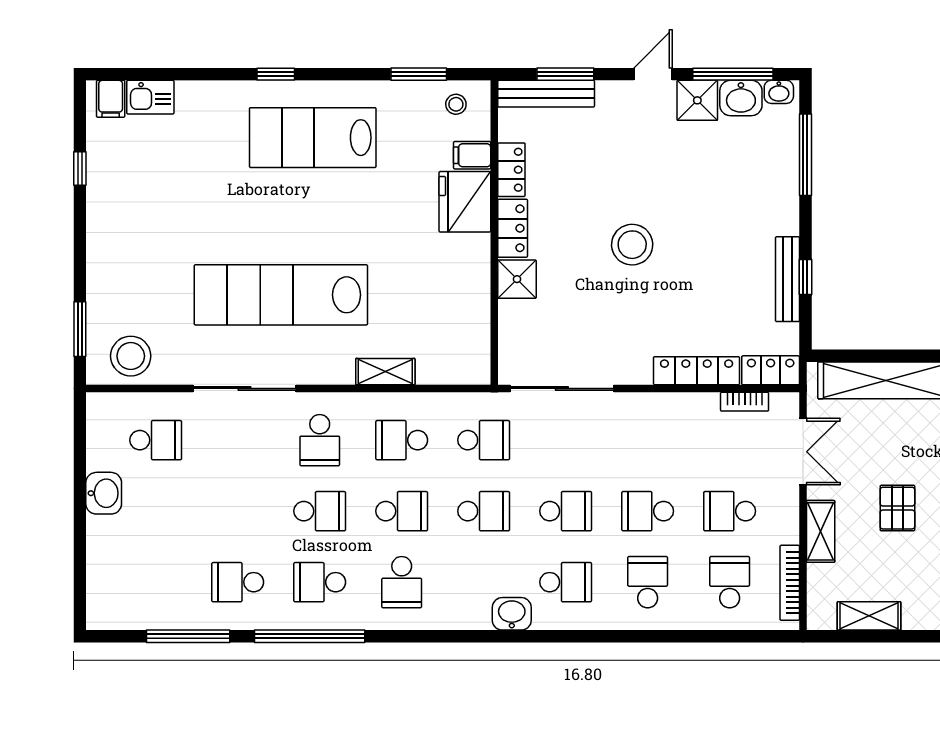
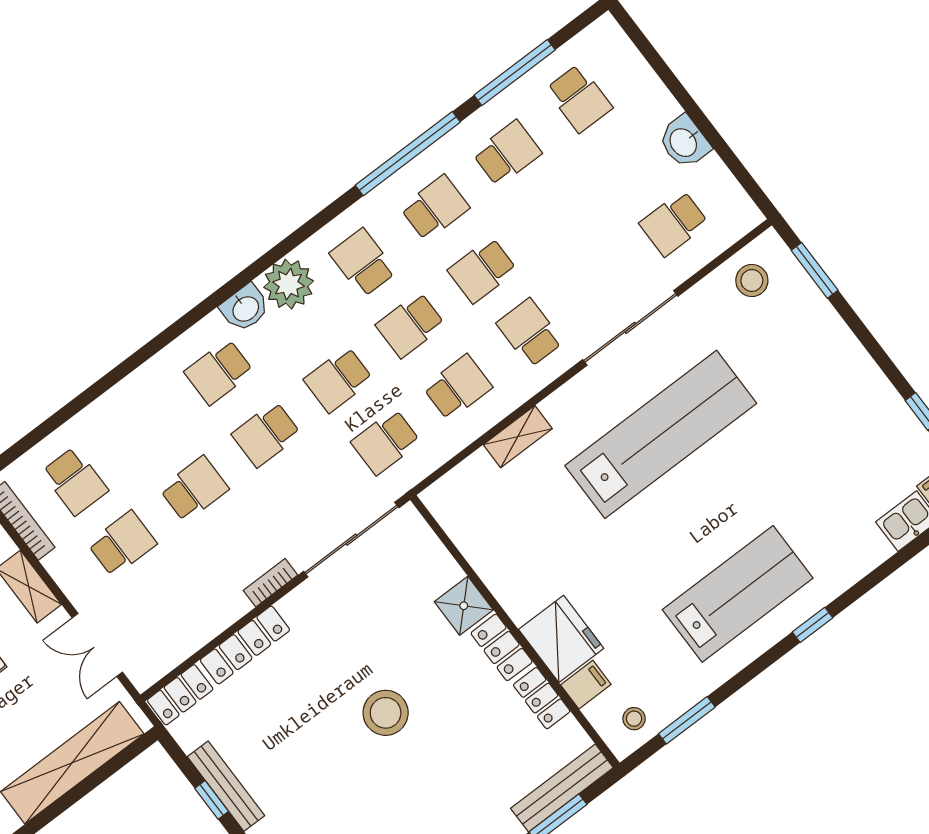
stool: (131, 356) -> (752, 280), width x0.73, depth x0.73
bookcase: (745, 402) -> (270, 583), moved
school desk: (648, 582) -> (579, 98), moved
plant: (467, 607) -> (289, 284), added

